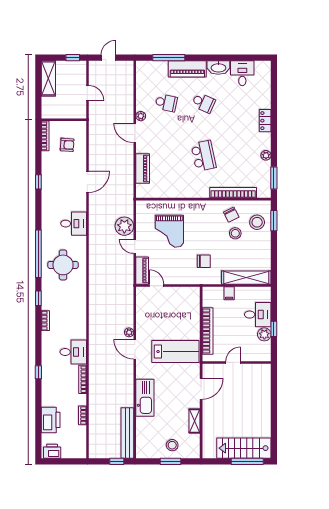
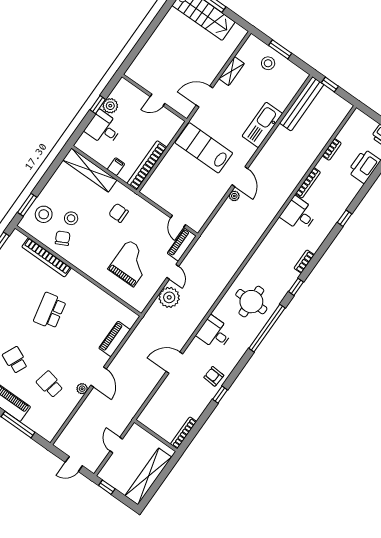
shelving: (48, 78) -> (148, 476), width x1.47
armchair: (67, 145) -> (214, 376), moved
bookcase: (208, 331) -> (147, 165), moved

